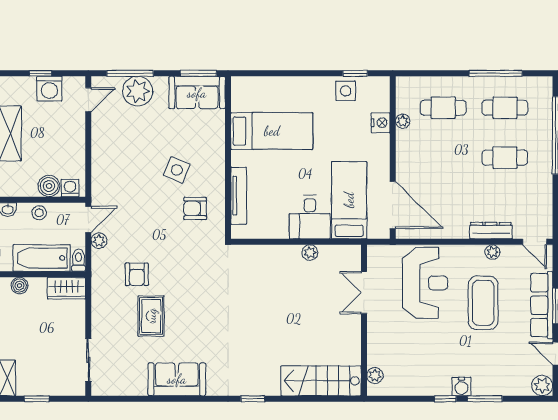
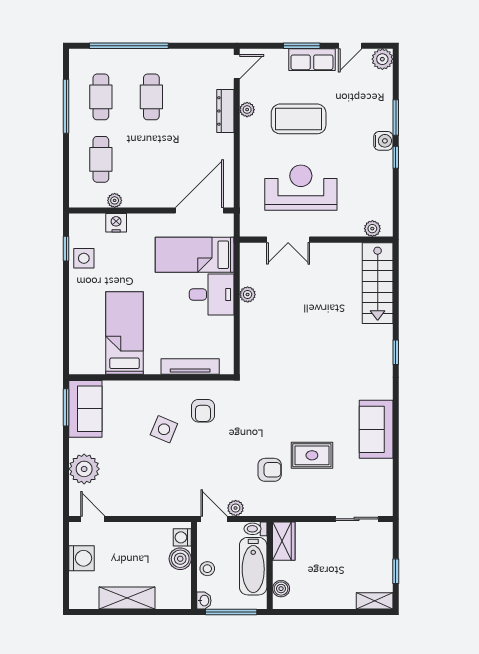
window: (40, 73) -> (66, 567), removed
window: (130, 73) -> (66, 477), removed
reception desk: (425, 283) -> (301, 188), moved
row of seats: (542, 305) -> (312, 60), width x0.68

